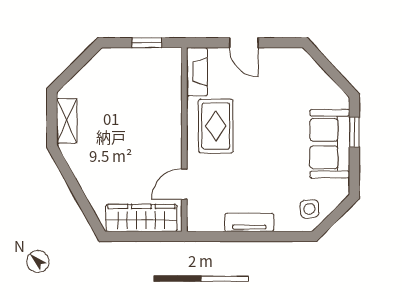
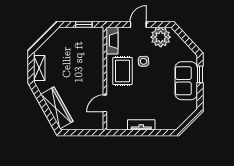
door: (244, 43) -> (138, 24), swing flipped
plant: (284, 65) -> (161, 37), added
side table: (309, 209) -> (144, 61), moved
wardrobe: (141, 218) -> (57, 108), moved, turned 61

